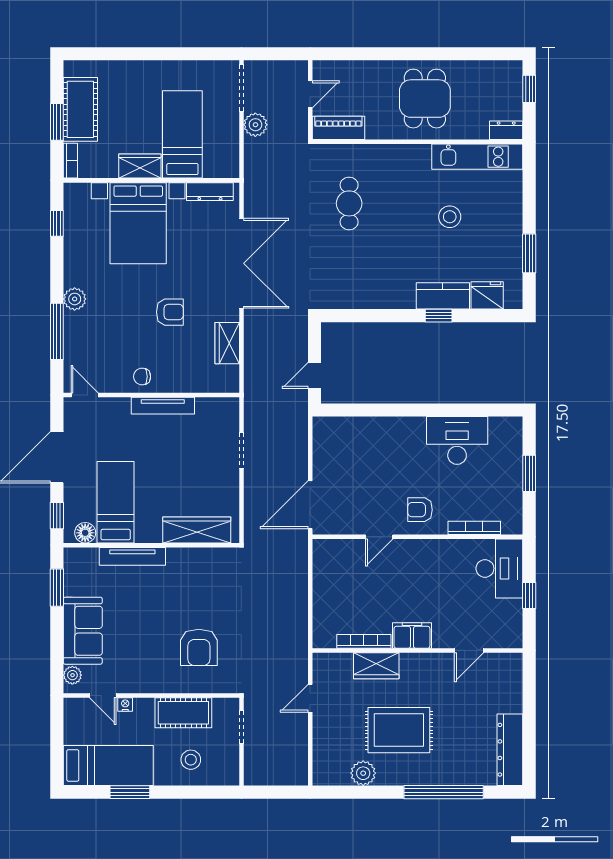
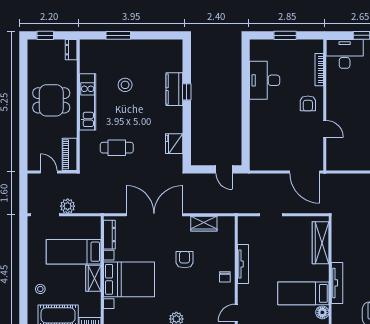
stool: (123, 81) -> (40, 289), added
kitchen unit: (477, 157) -> (88, 102), moved
window: (529, 253) -> (118, 35), moved
fridge: (487, 295) -> (174, 144), moved

